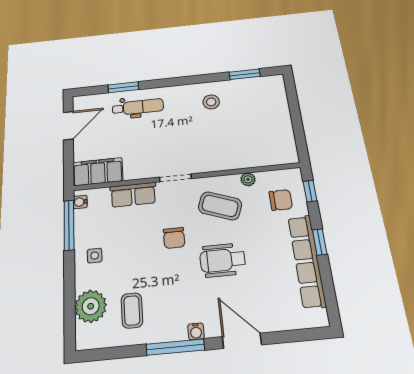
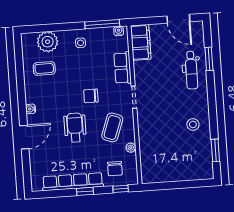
window: (175, 347) -> (21, 96), removed

